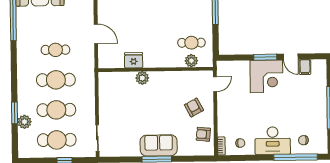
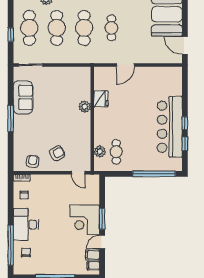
filing cabinet: (317, 66) -> (93, 266), added
sofa: (159, 145) -> (23, 97), moved

